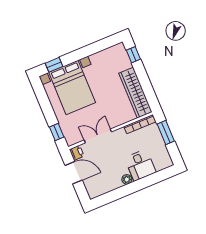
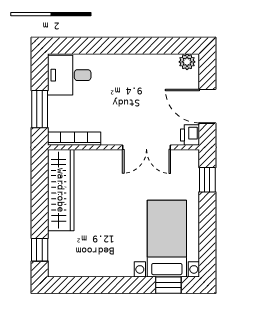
bed with nightstands: (72, 87) -> (167, 239), width x0.73
desk: (140, 165) -> (69, 75), moved, turned -90
plant: (127, 179) -> (187, 62), moved

